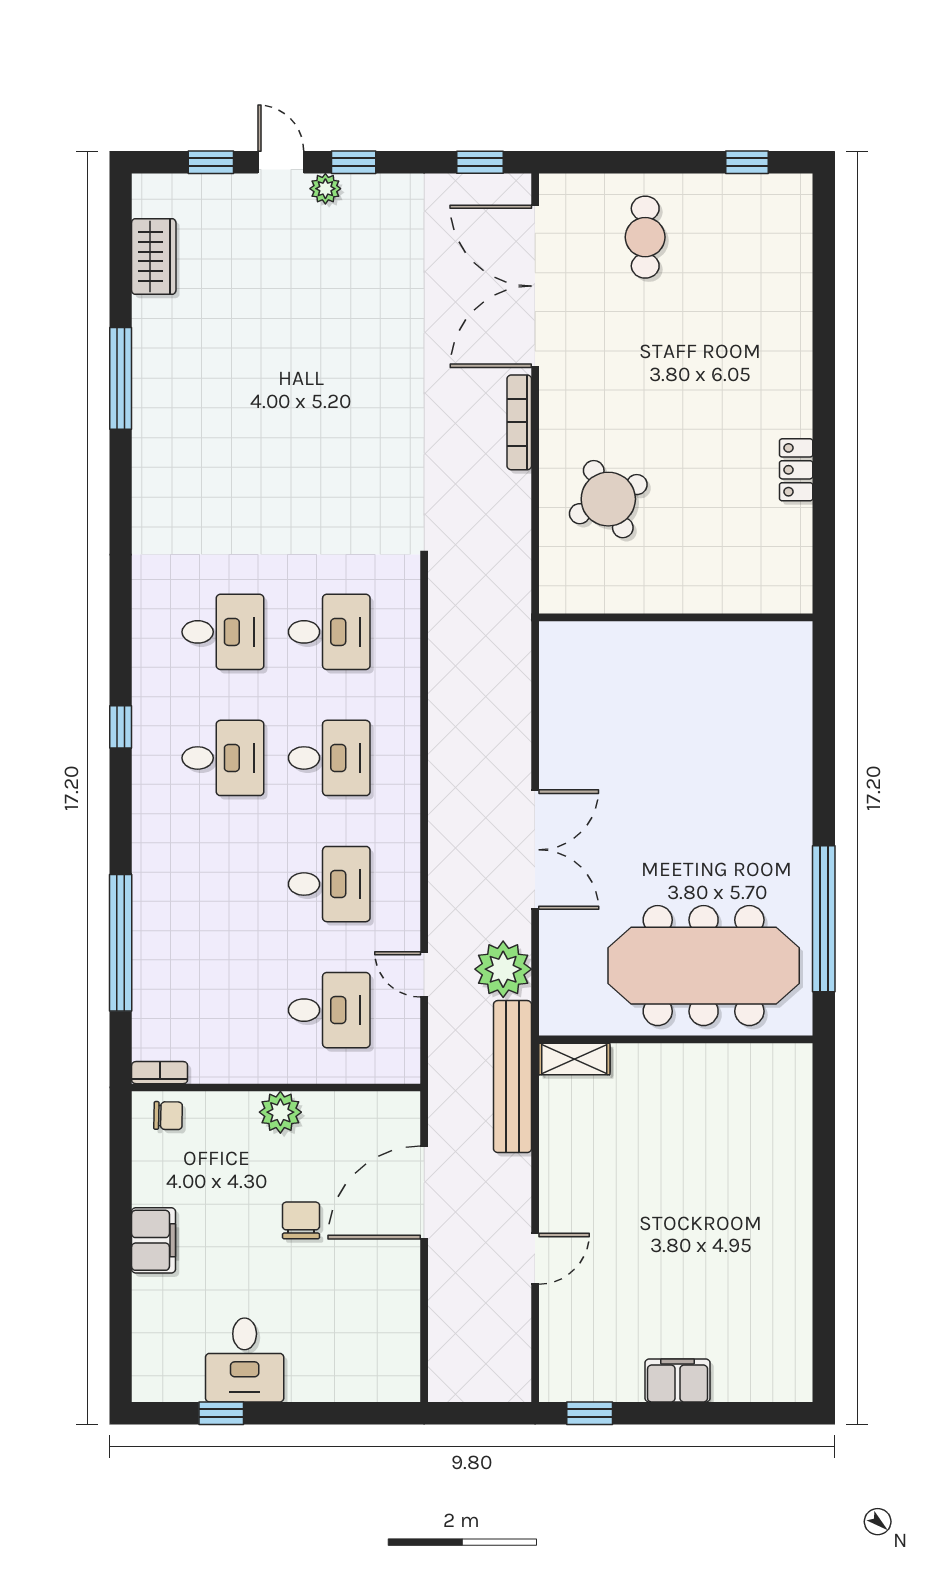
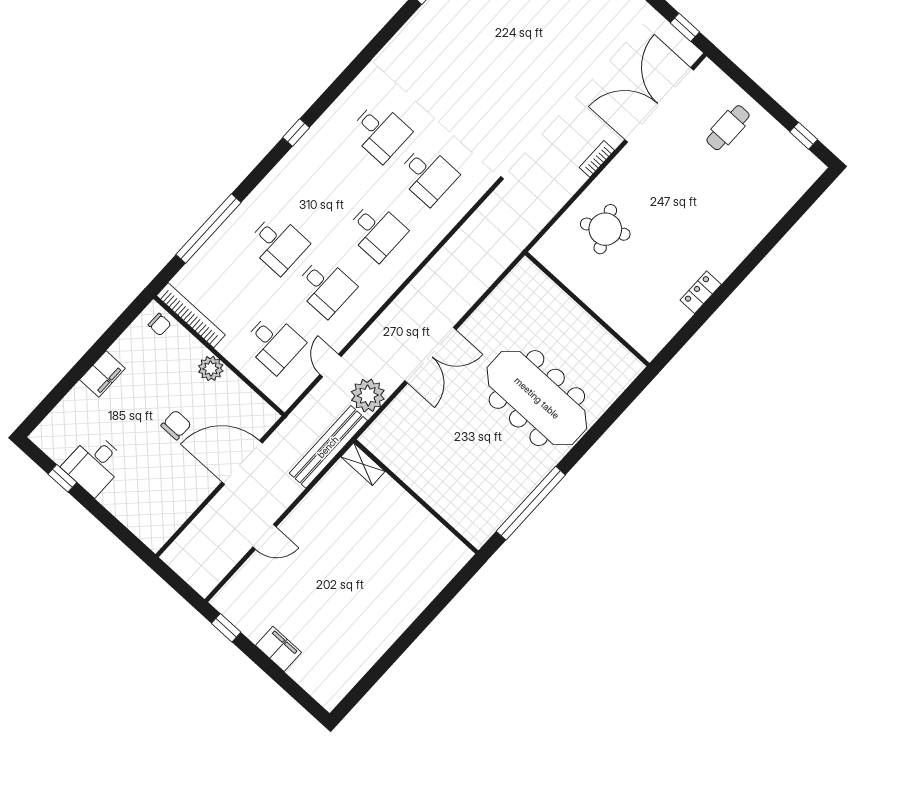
bookcase: (519, 422) -> (597, 159), width x0.64
desk: (223, 758) -> (278, 244), moved
meeting table: (704, 966) -> (537, 398), moved
bookcase: (160, 1073) -> (191, 315), width x2.31, depth x1.31

